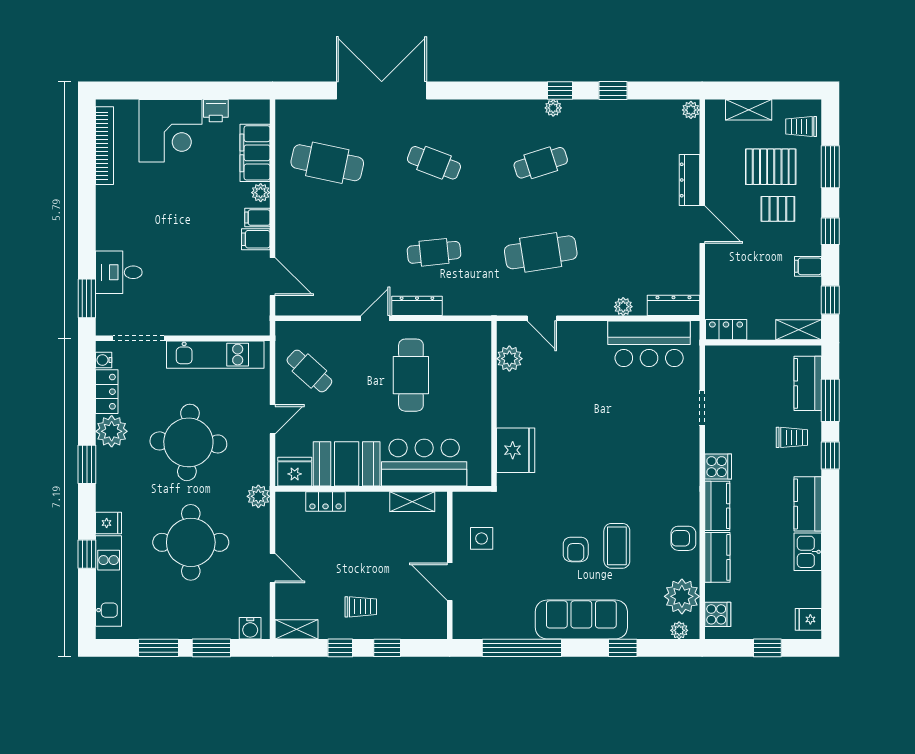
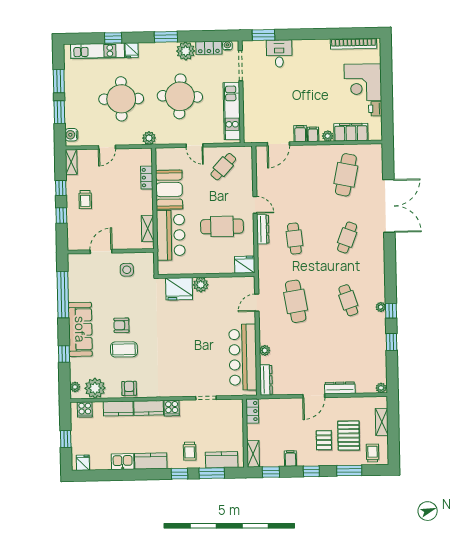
bar counter: (649, 344) -> (243, 357), width x1.36
plant: (509, 359) -> (201, 285), moved
fridge: (295, 472) -> (245, 265), moved, turned -90

